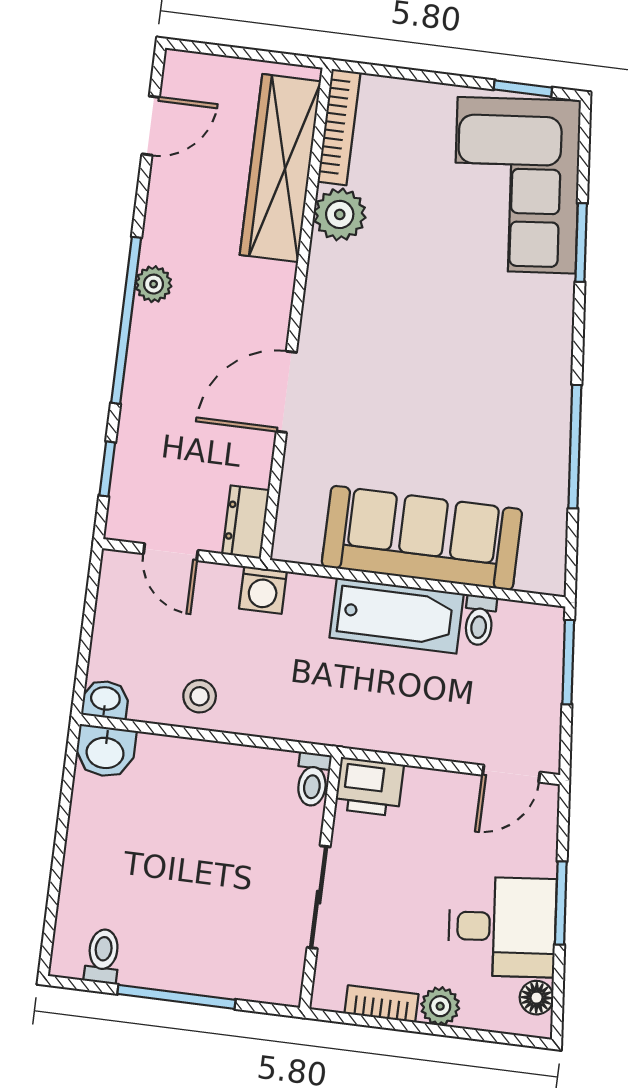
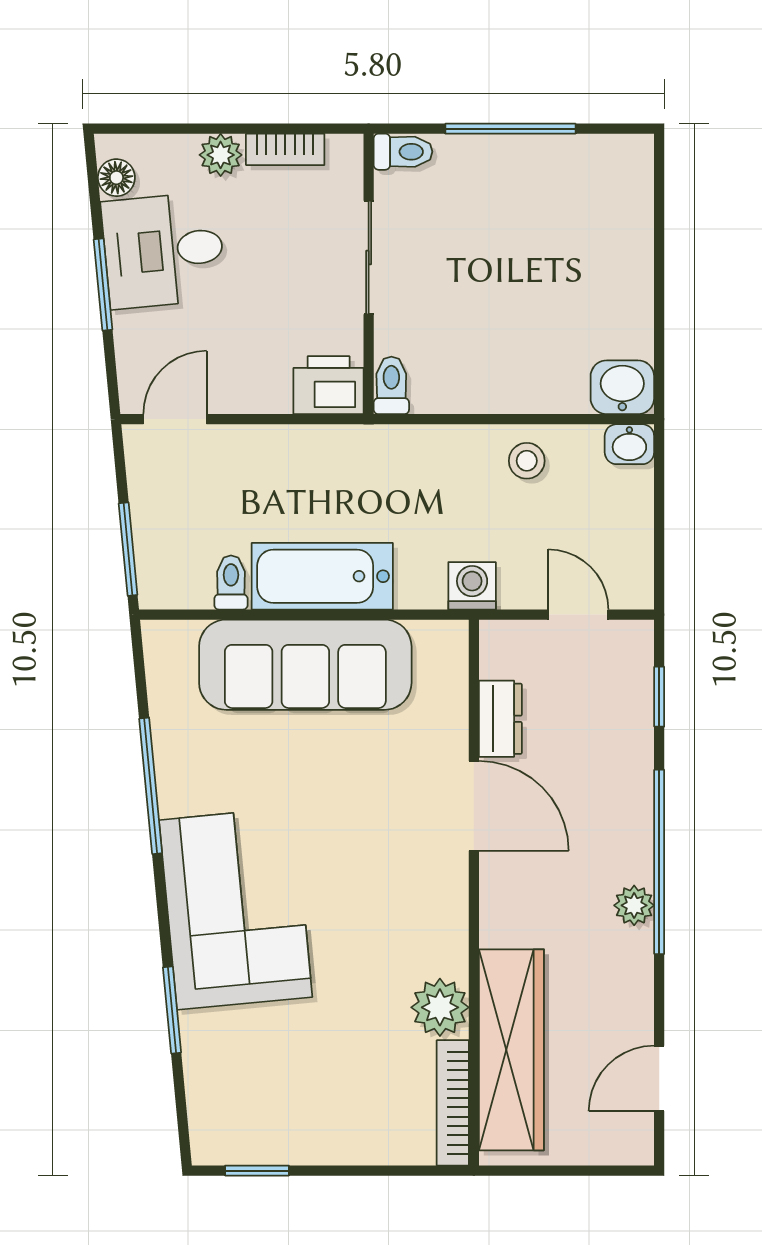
corner sofa: (517, 185) -> (236, 909), moved
door: (286, 392) -> (474, 806), hinge flipped
dresser: (246, 522) -> (500, 719), moved
toilet: (103, 956) -> (403, 152), moved, turned -90

